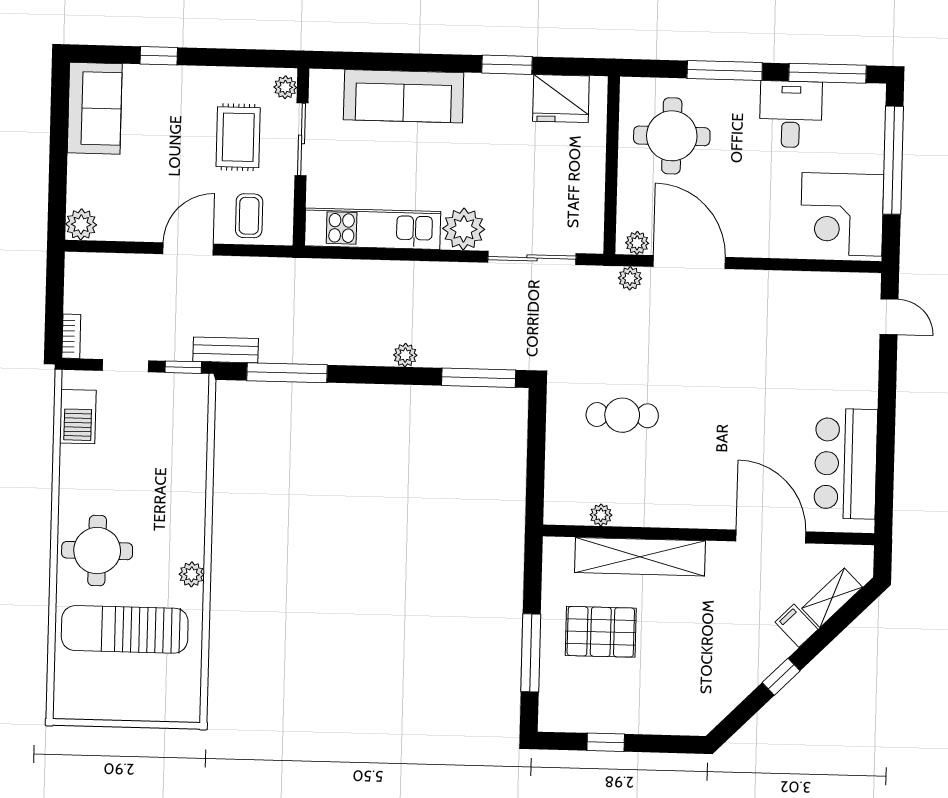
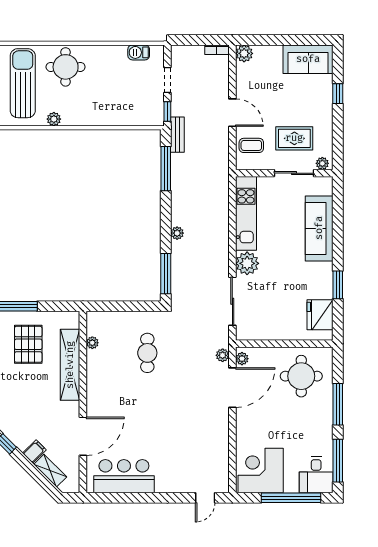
desk: (791, 114) -> (316, 475), moved, turned 90
bookcase: (71, 336) -> (217, 50), moved
barbecue: (78, 417) -> (139, 52), width x0.73, depth x0.79

